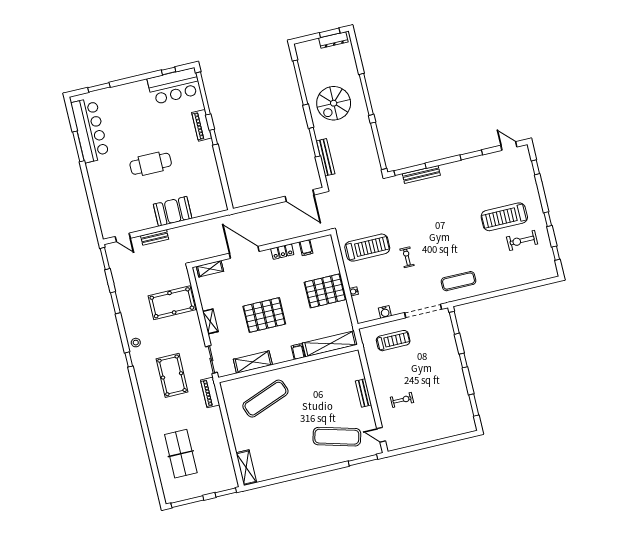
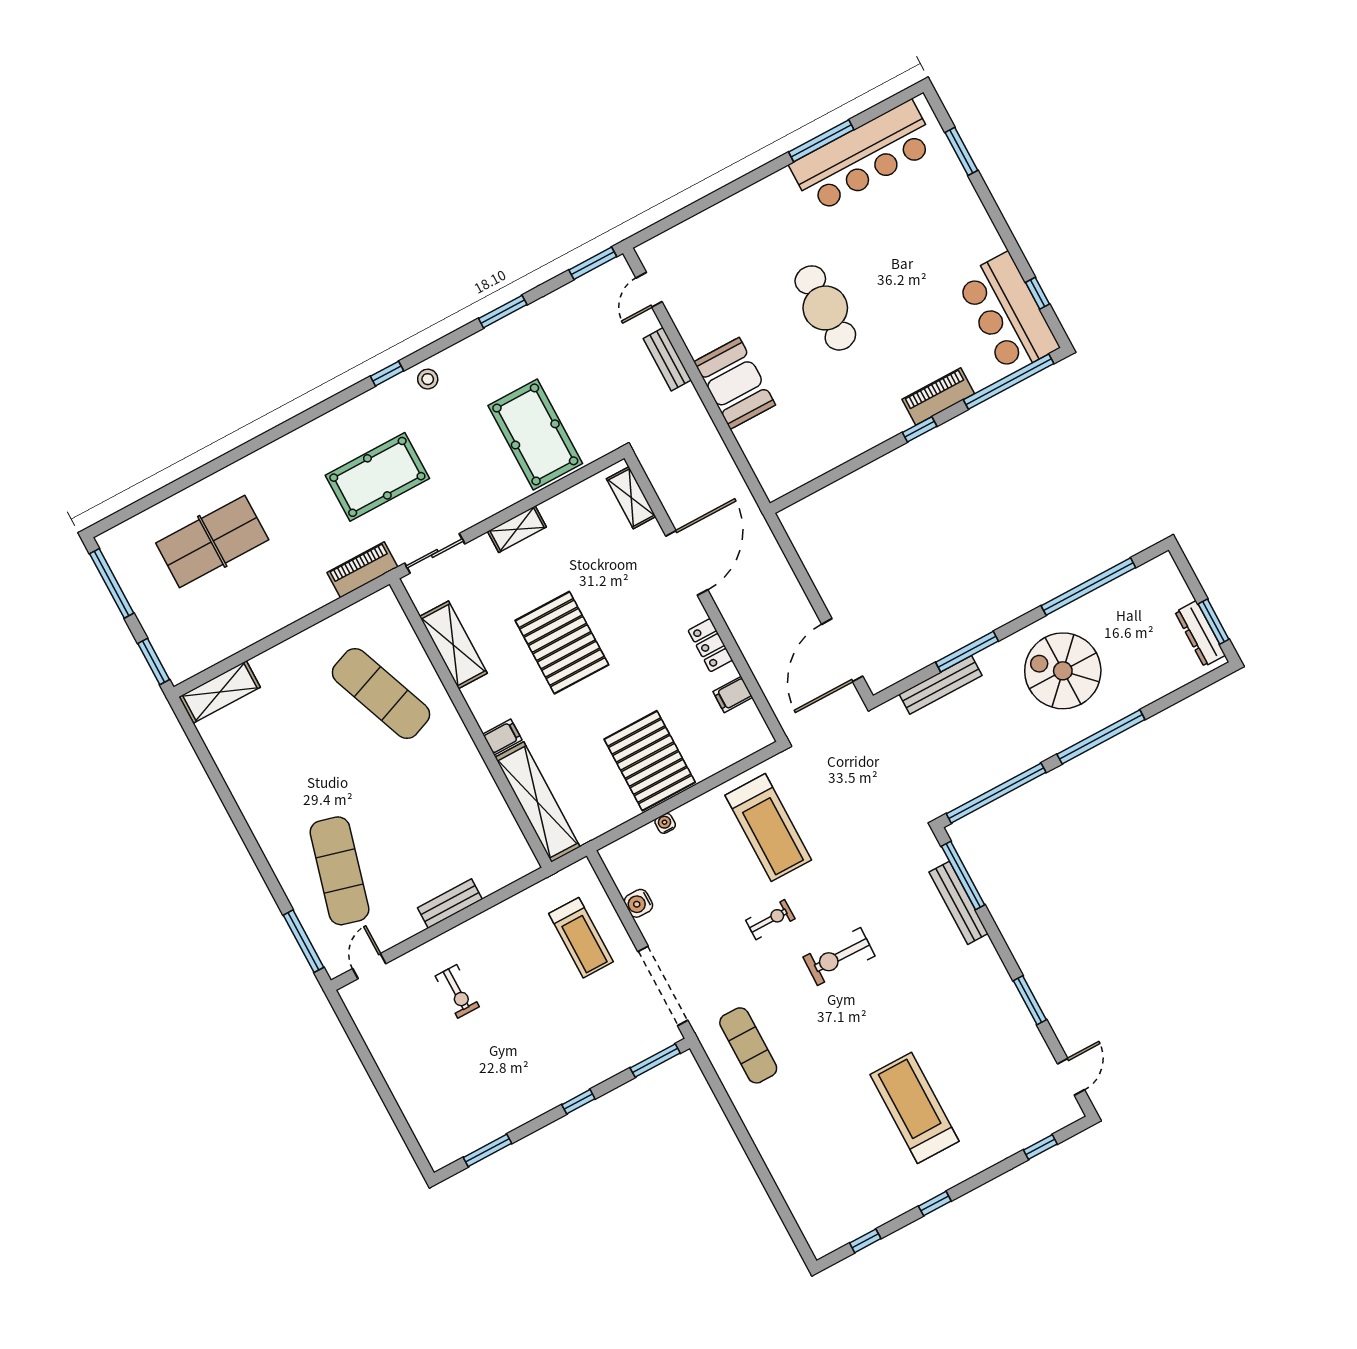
exercise bike: (522, 240) -> (839, 956), moved, turned -89

